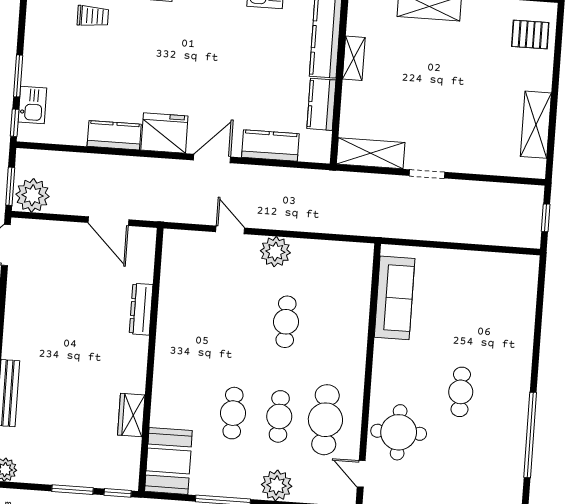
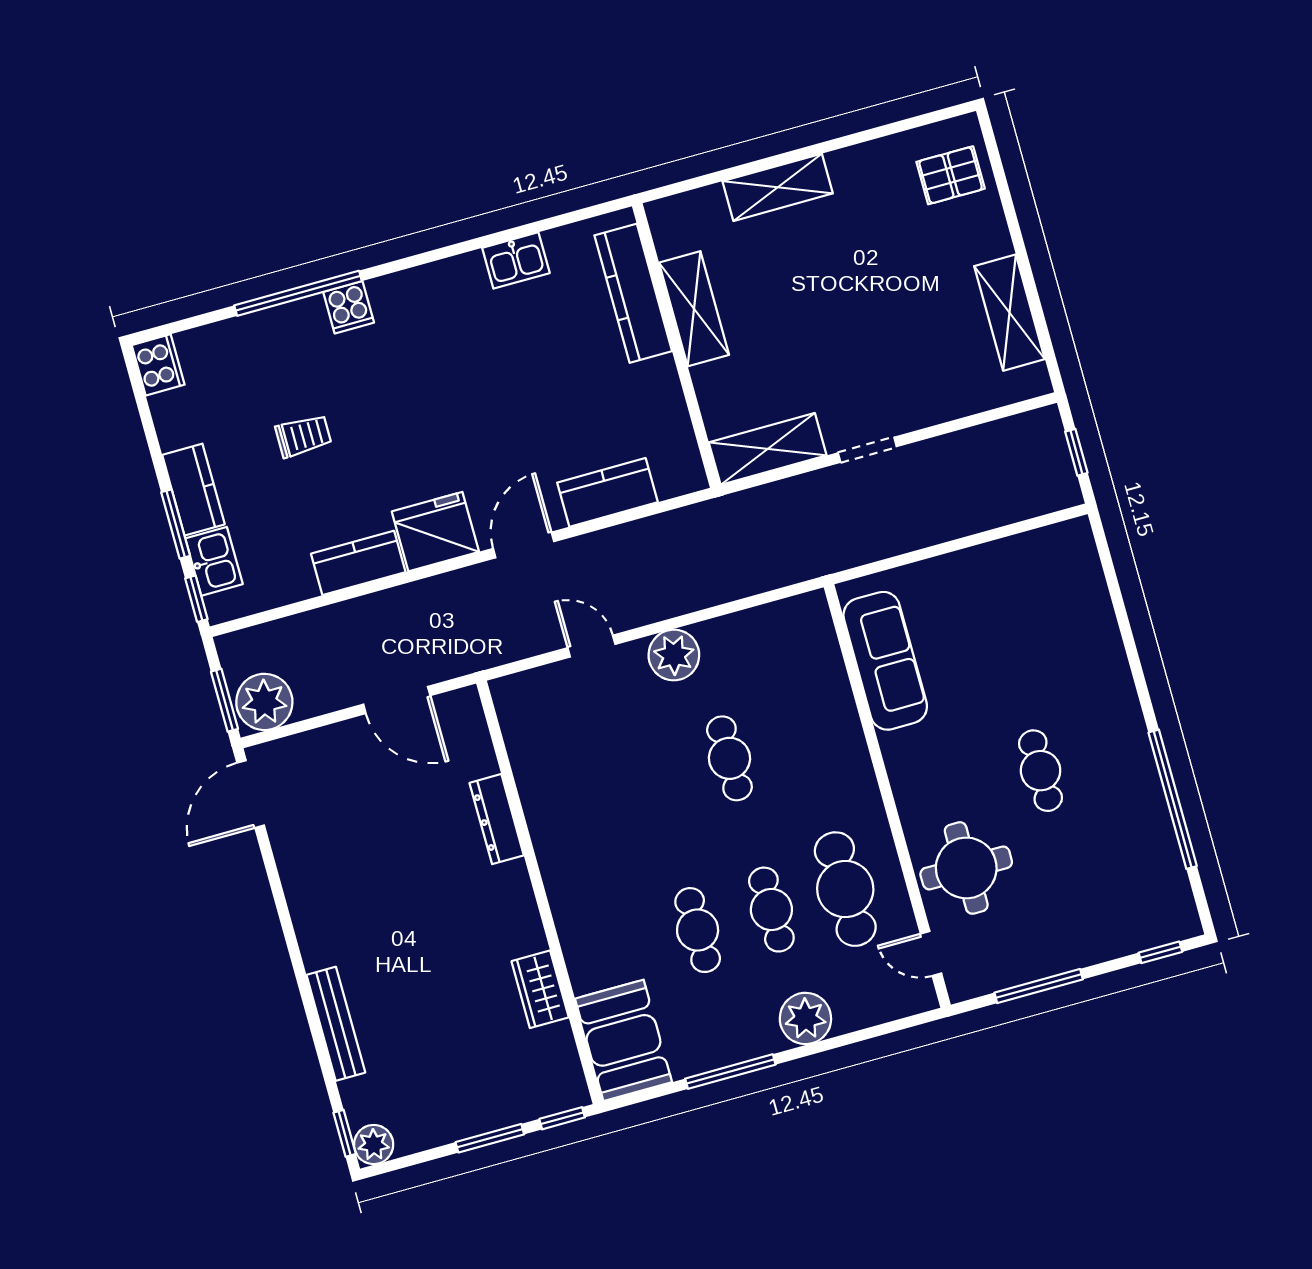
trolley: (93, 16) -> (303, 436), moved
shelving: (354, 58) -> (694, 309), width x1.50, depth x1.33
kitchen counter: (321, 104) -> (193, 490), moved, turned 180

